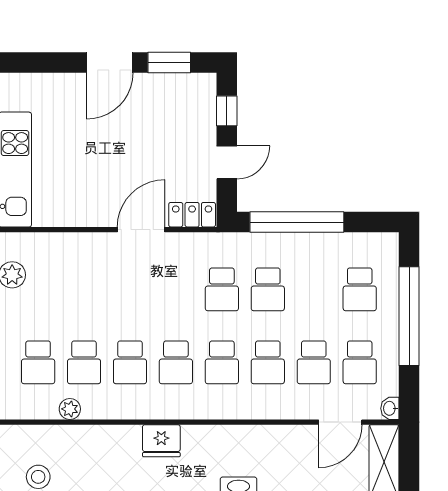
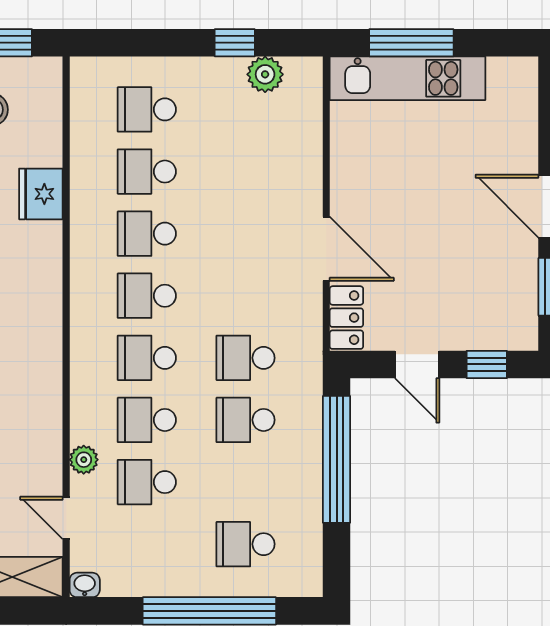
school desk: (360, 362) -> (147, 544), removed
plant: (70, 409) -> (84, 460), moved
door: (340, 422) -> (66, 518), width x0.73
fridge: (161, 441) -> (41, 194), moved

